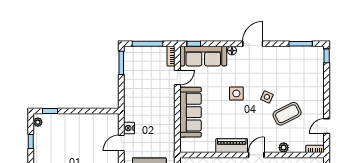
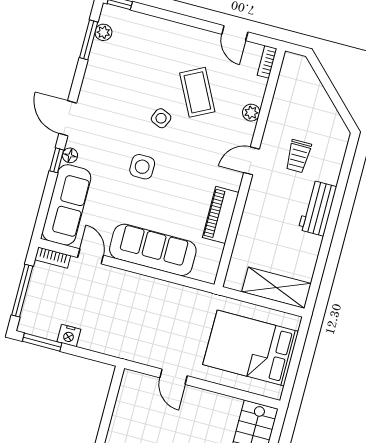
window: (194, 44) -> (57, 160), moved
plant: (307, 51) -> (103, 32), added
nightstand: (129, 128) -> (69, 335), moved
piano: (232, 146) -> (221, 215), moved
door: (256, 155) -> (252, 161), hinge flipped

